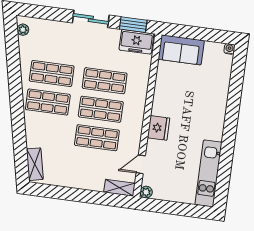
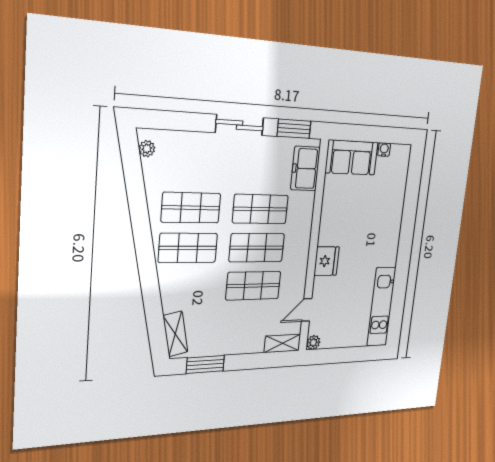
freezer: (136, 42) -> (305, 169), moved, turned 90
water cooler: (229, 49) -> (384, 150), moved
window: (56, 192) -> (205, 364), added

